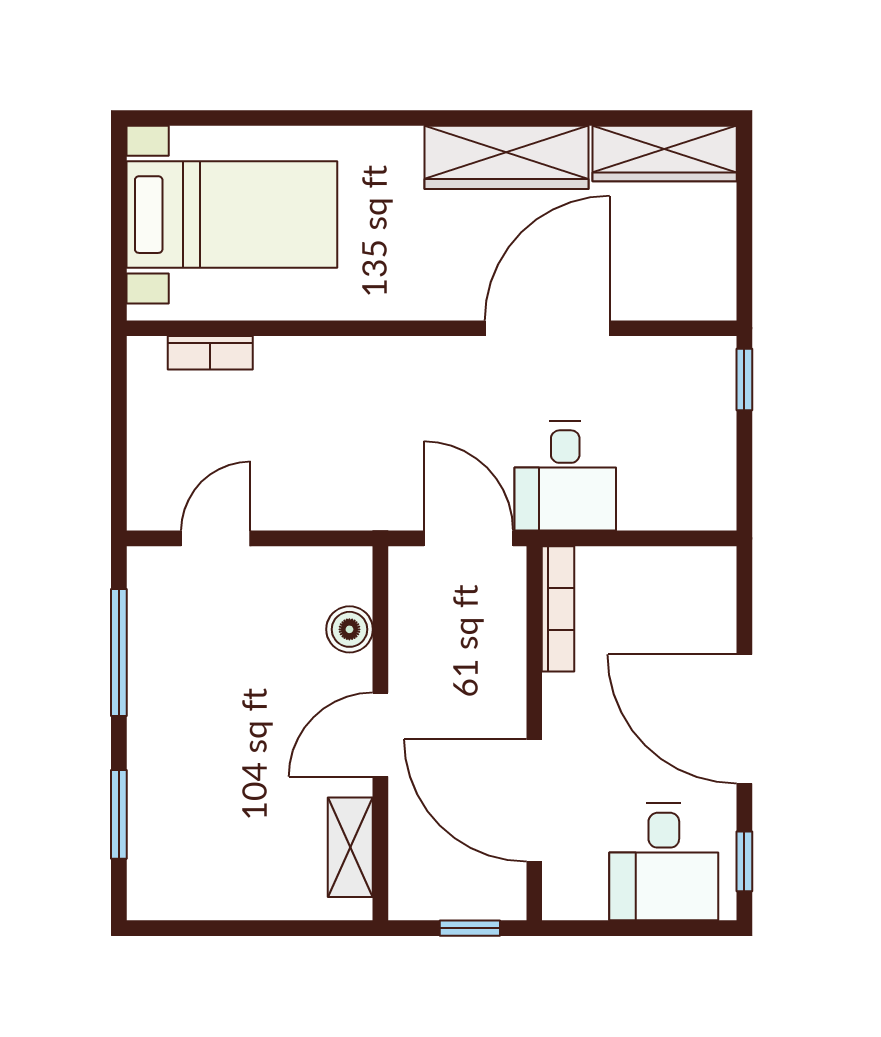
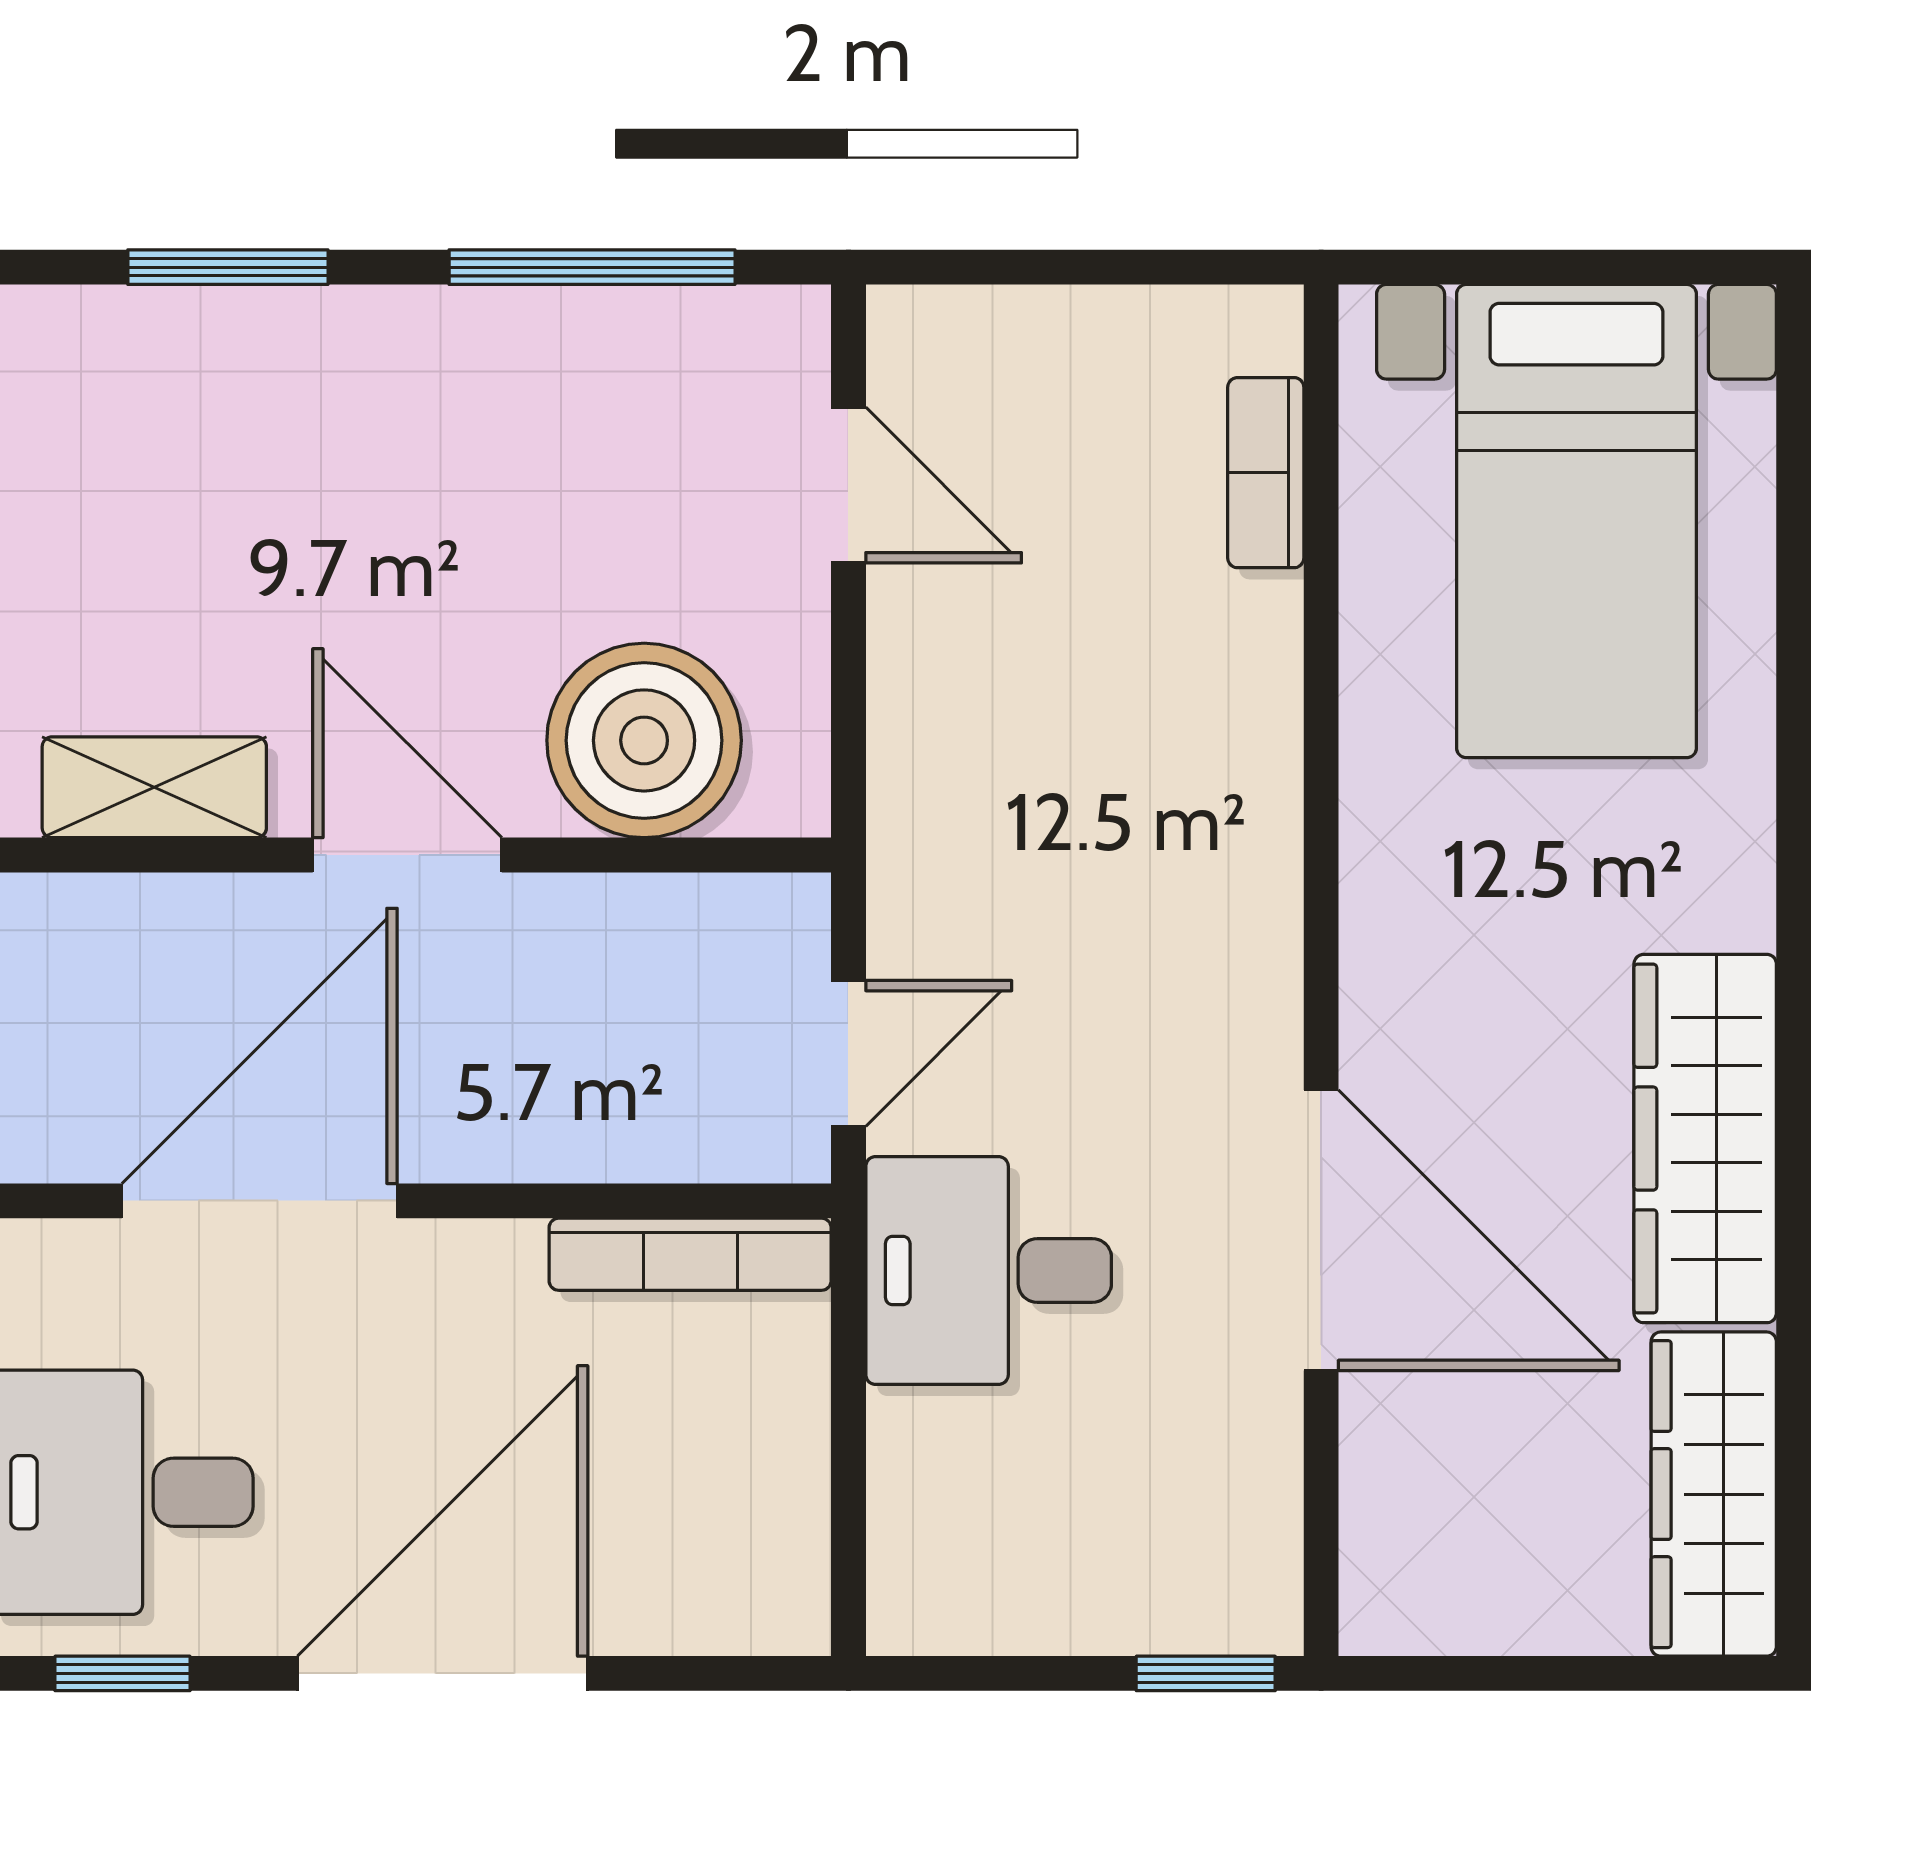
door: (469, 538) -> (848, 1053), width x0.73
boiler: (349, 629) -> (644, 740), width x1.86, depth x1.86

